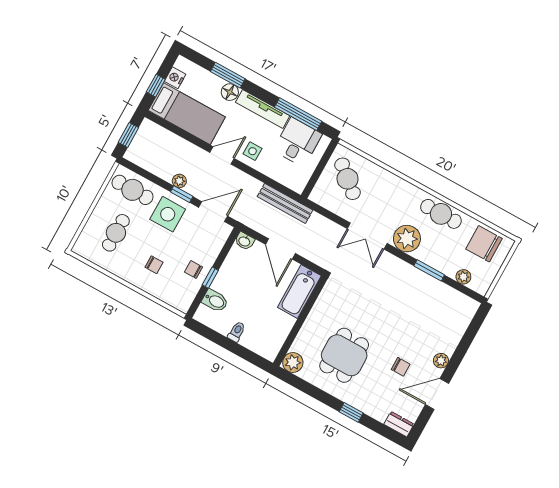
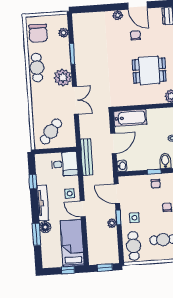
nightstand: (175, 78) -> (57, 262), removed
window: (298, 114) -> (33, 182), width x0.46
desk: (298, 142) -> (65, 164), moved, turned 180
side table: (168, 214) -> (134, 218), width x0.54, depth x0.54

